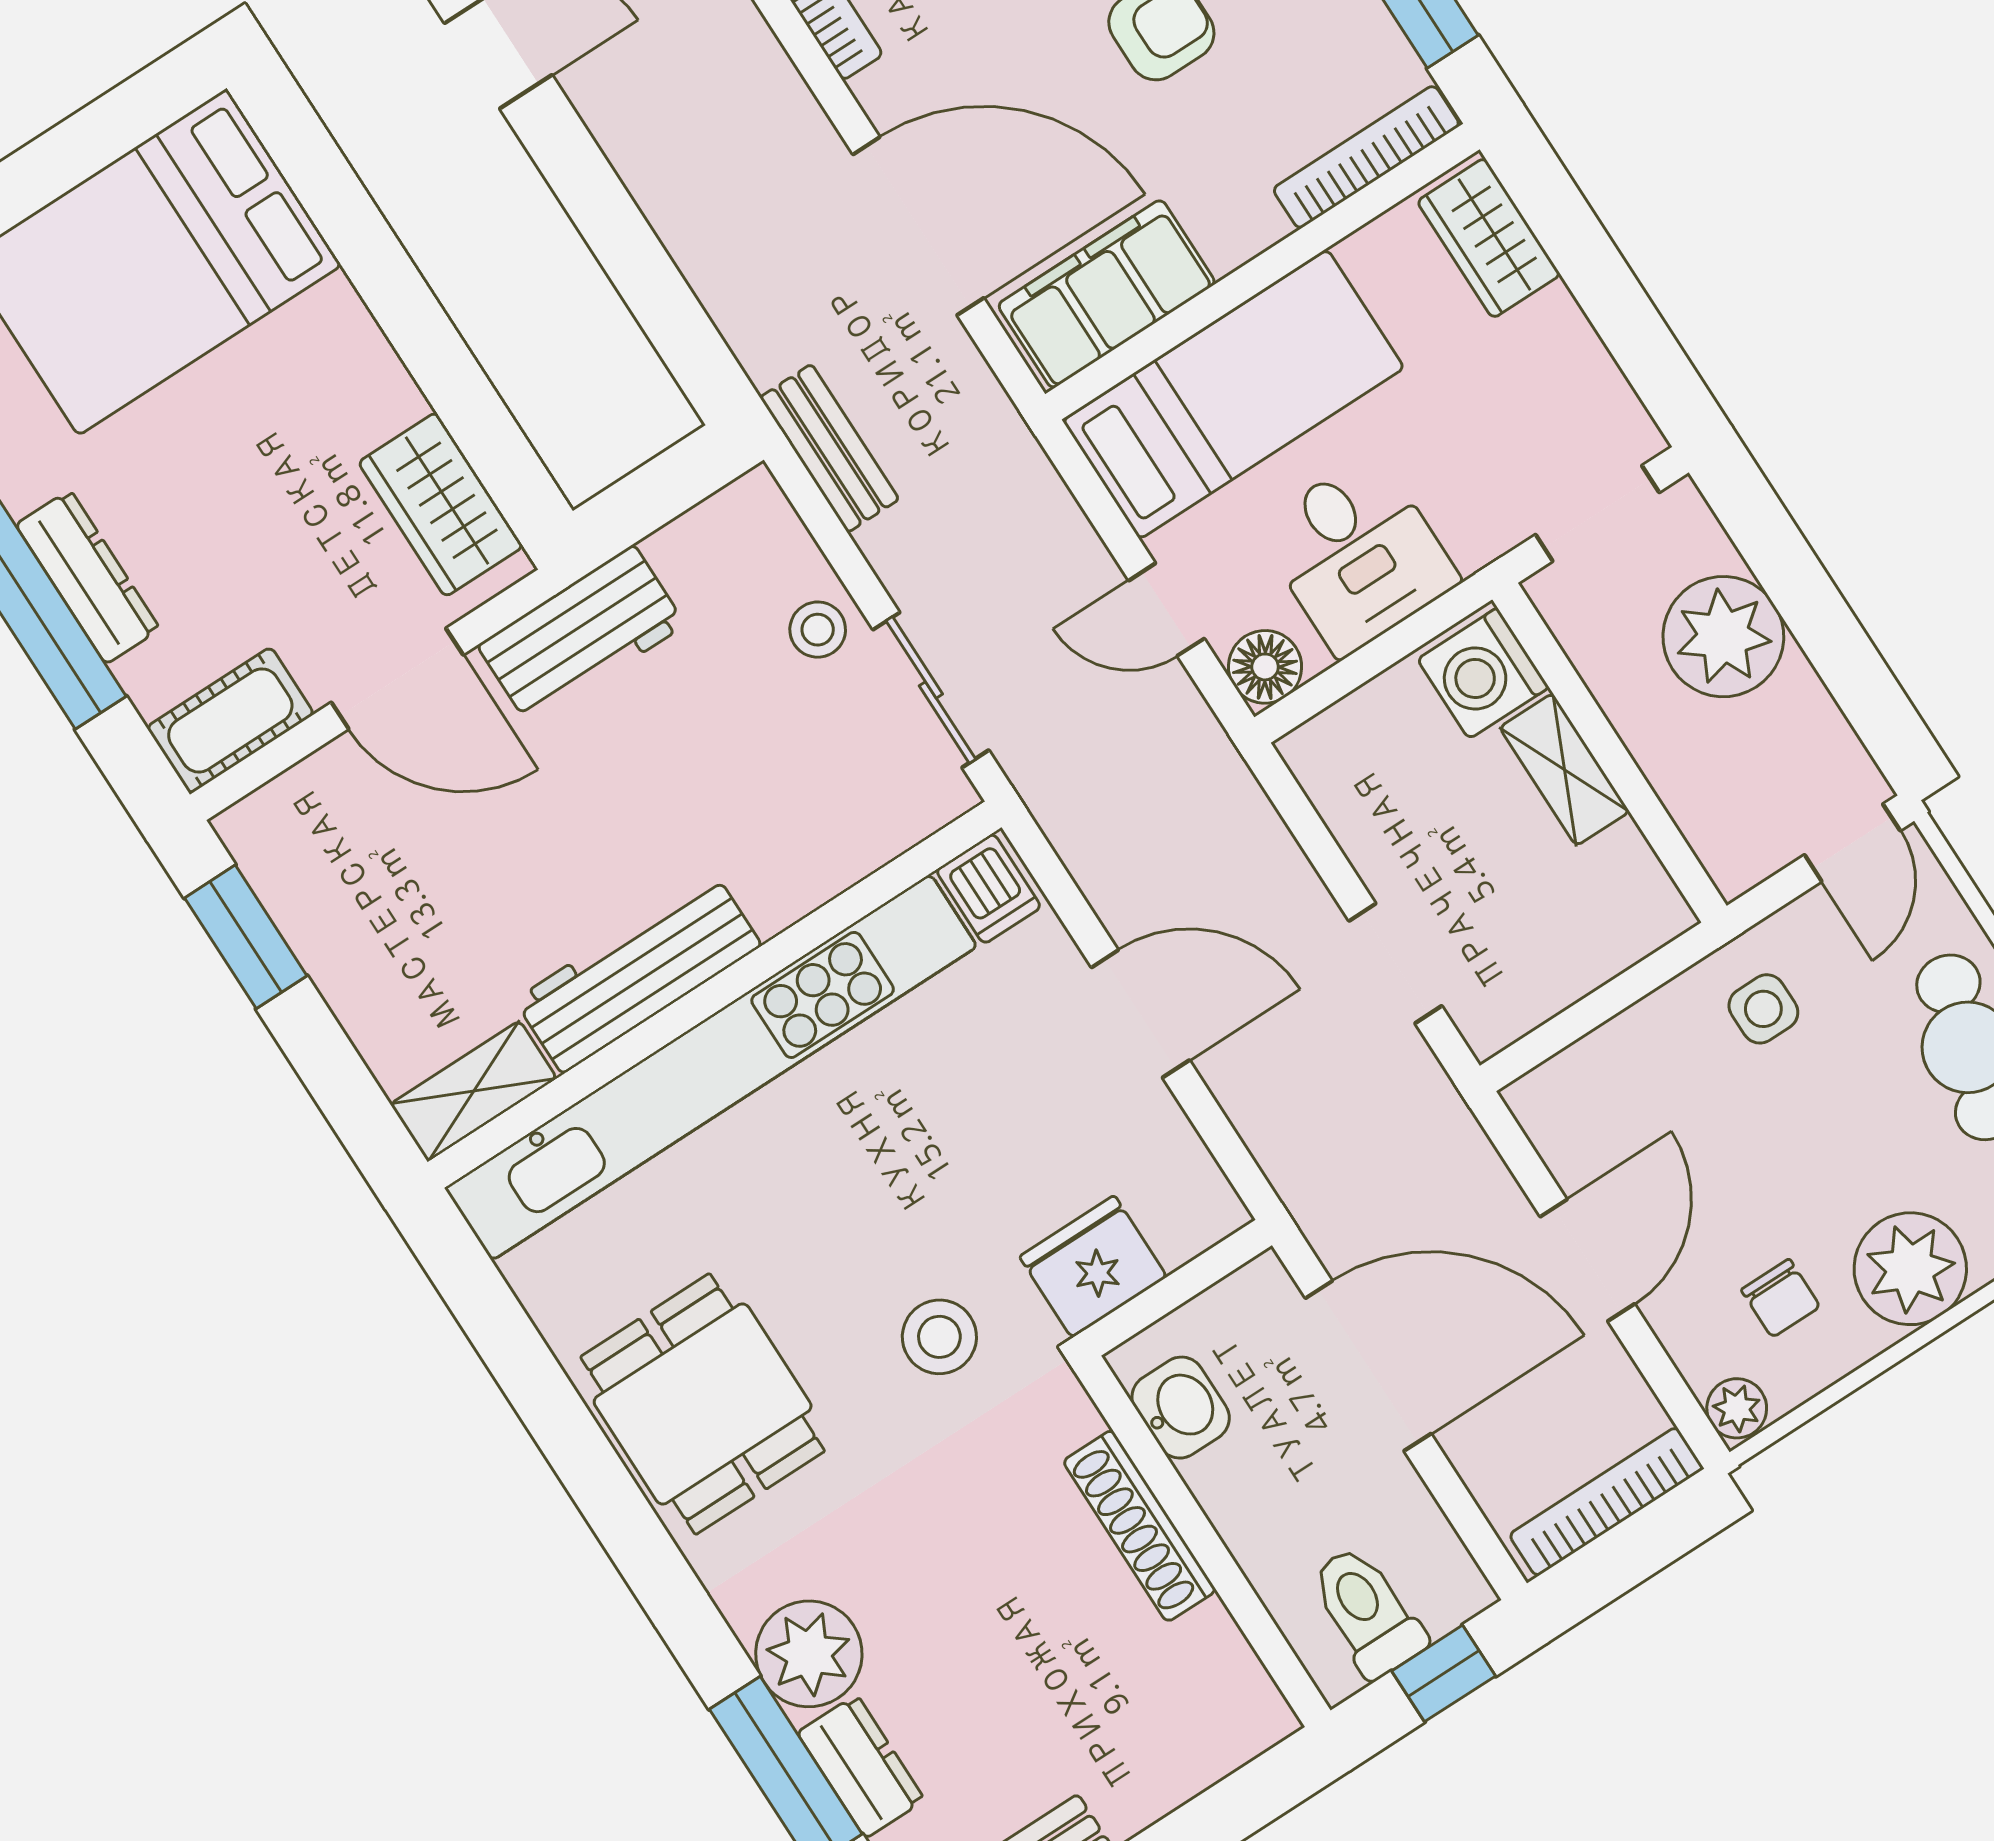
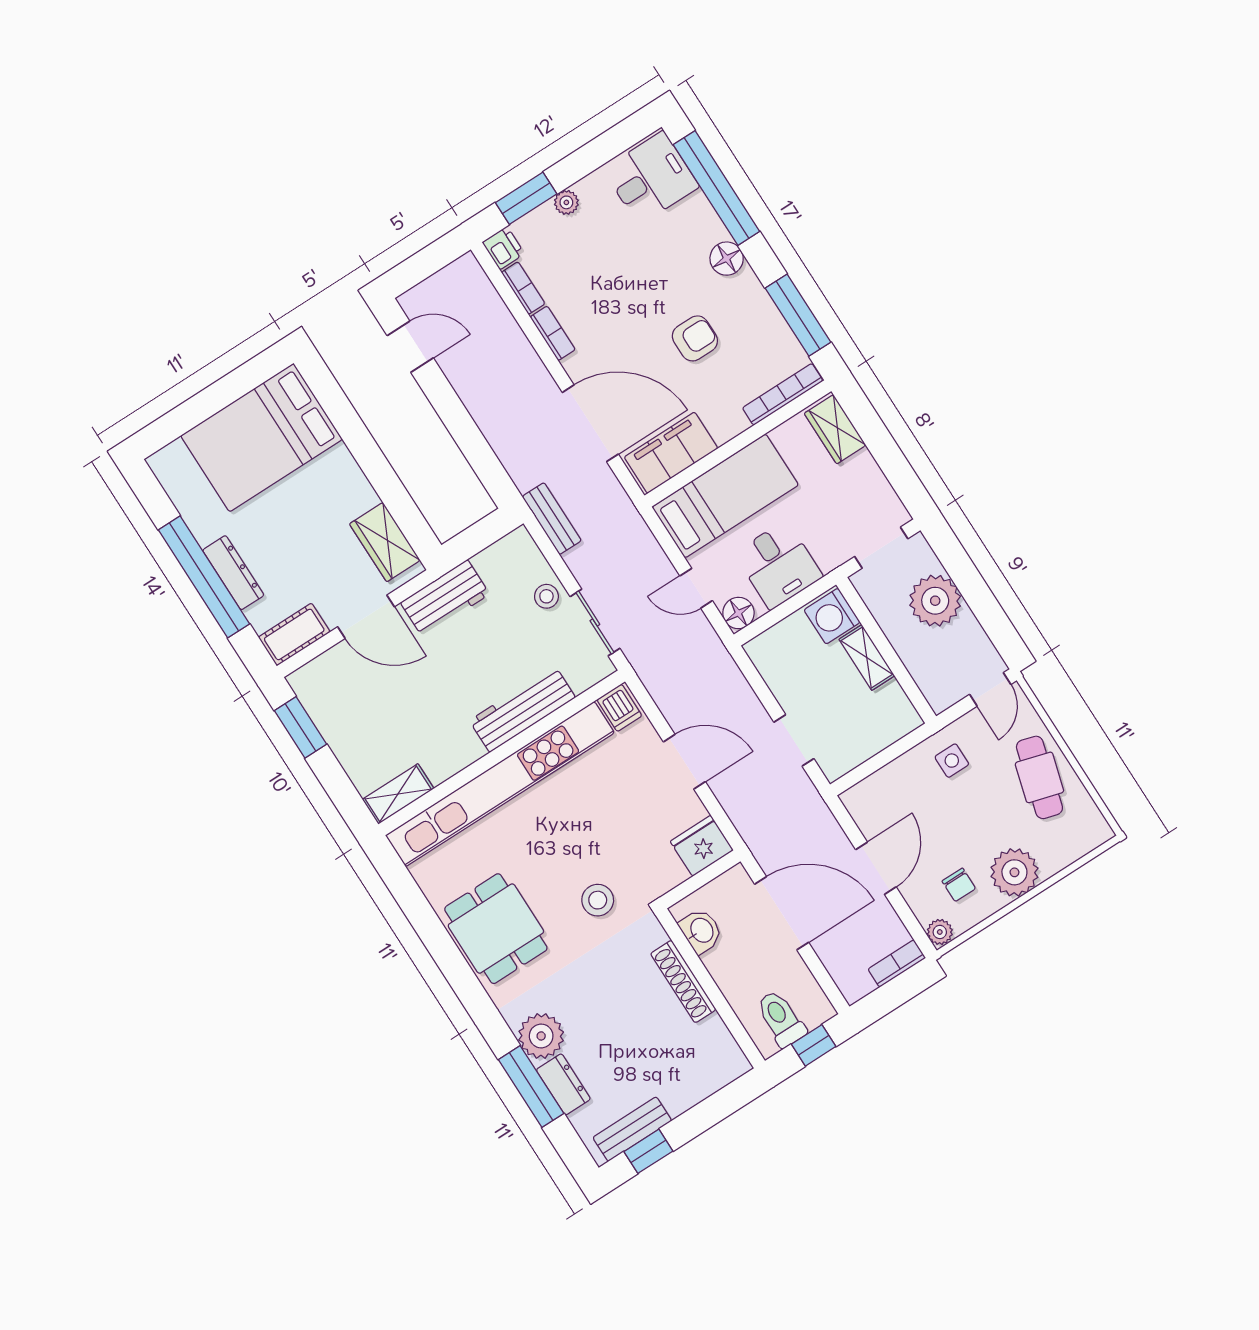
workbench: (638, 973) -> (522, 709), moved
fridge: (1093, 1267) -> (702, 846), moved
bookcase: (1606, 1502) -> (897, 963), width x0.64

